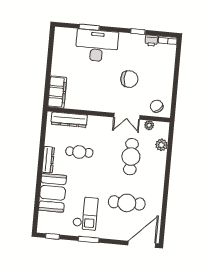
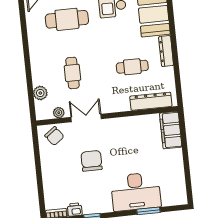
chair: (129, 79) -> (91, 161), turned 90
cafe table: (131, 157) -> (72, 73), width x0.73, depth x0.74

